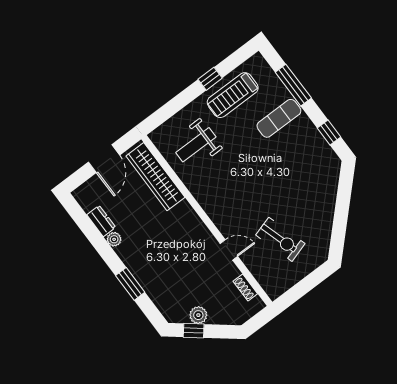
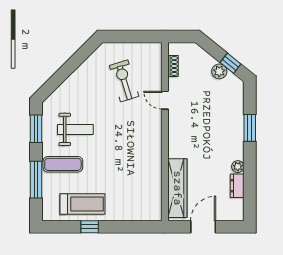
window: (329, 133) -> (36, 129), width x1.50
weight bench: (196, 145) -> (75, 129), moved

